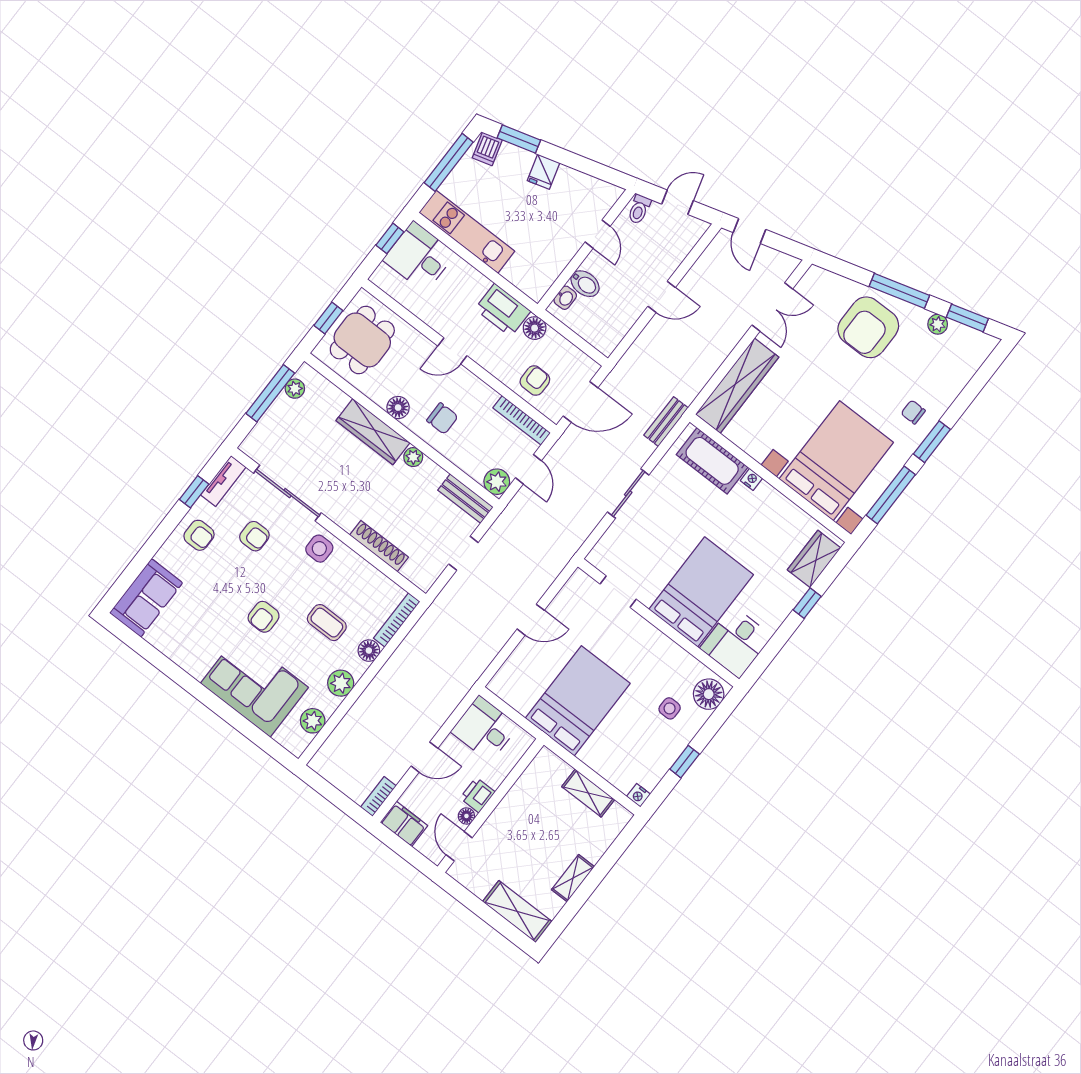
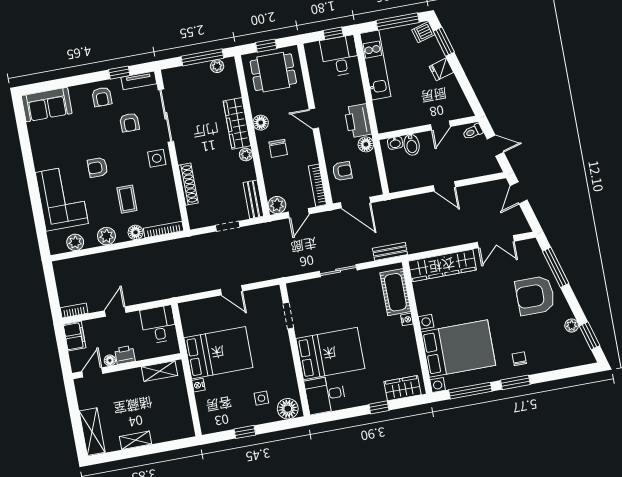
window: (899, 291) -> (556, 267), moved
door: (424, 757) -> (115, 312), swing flipped
shelving: (588, 793) -> (159, 371), moved, turned 90
nightstand: (638, 795) -> (198, 385), moved

